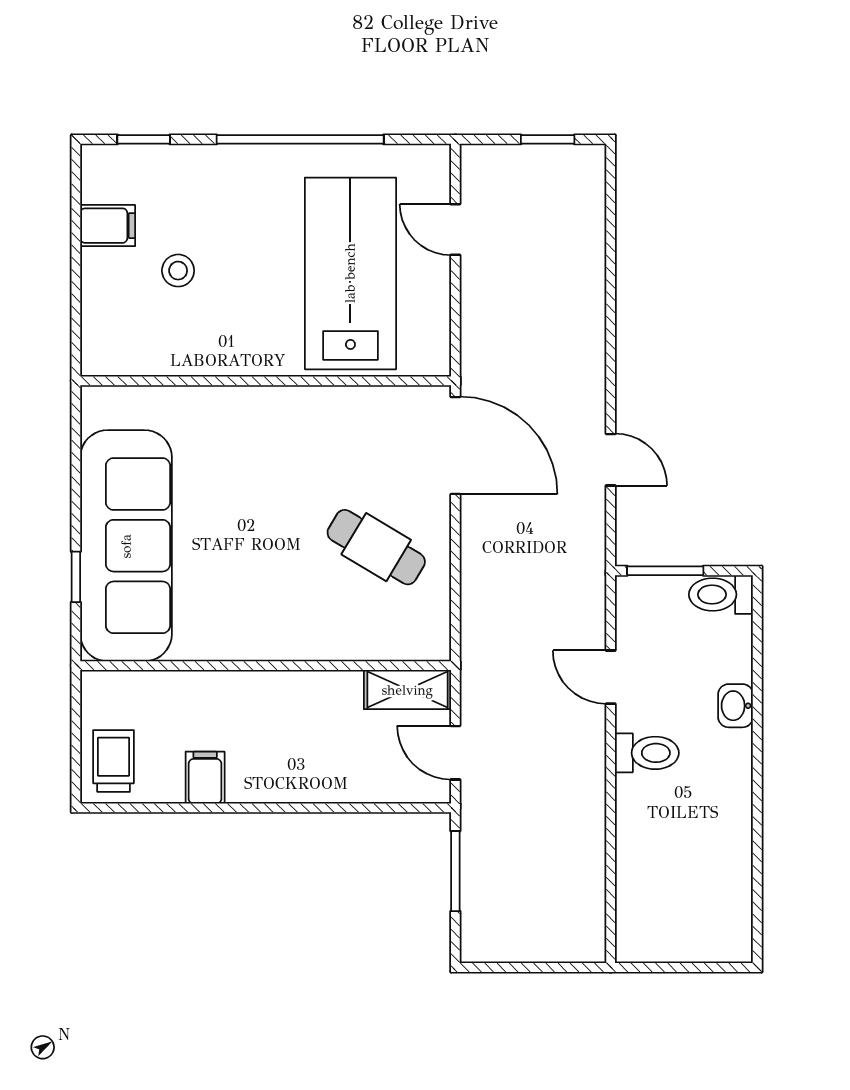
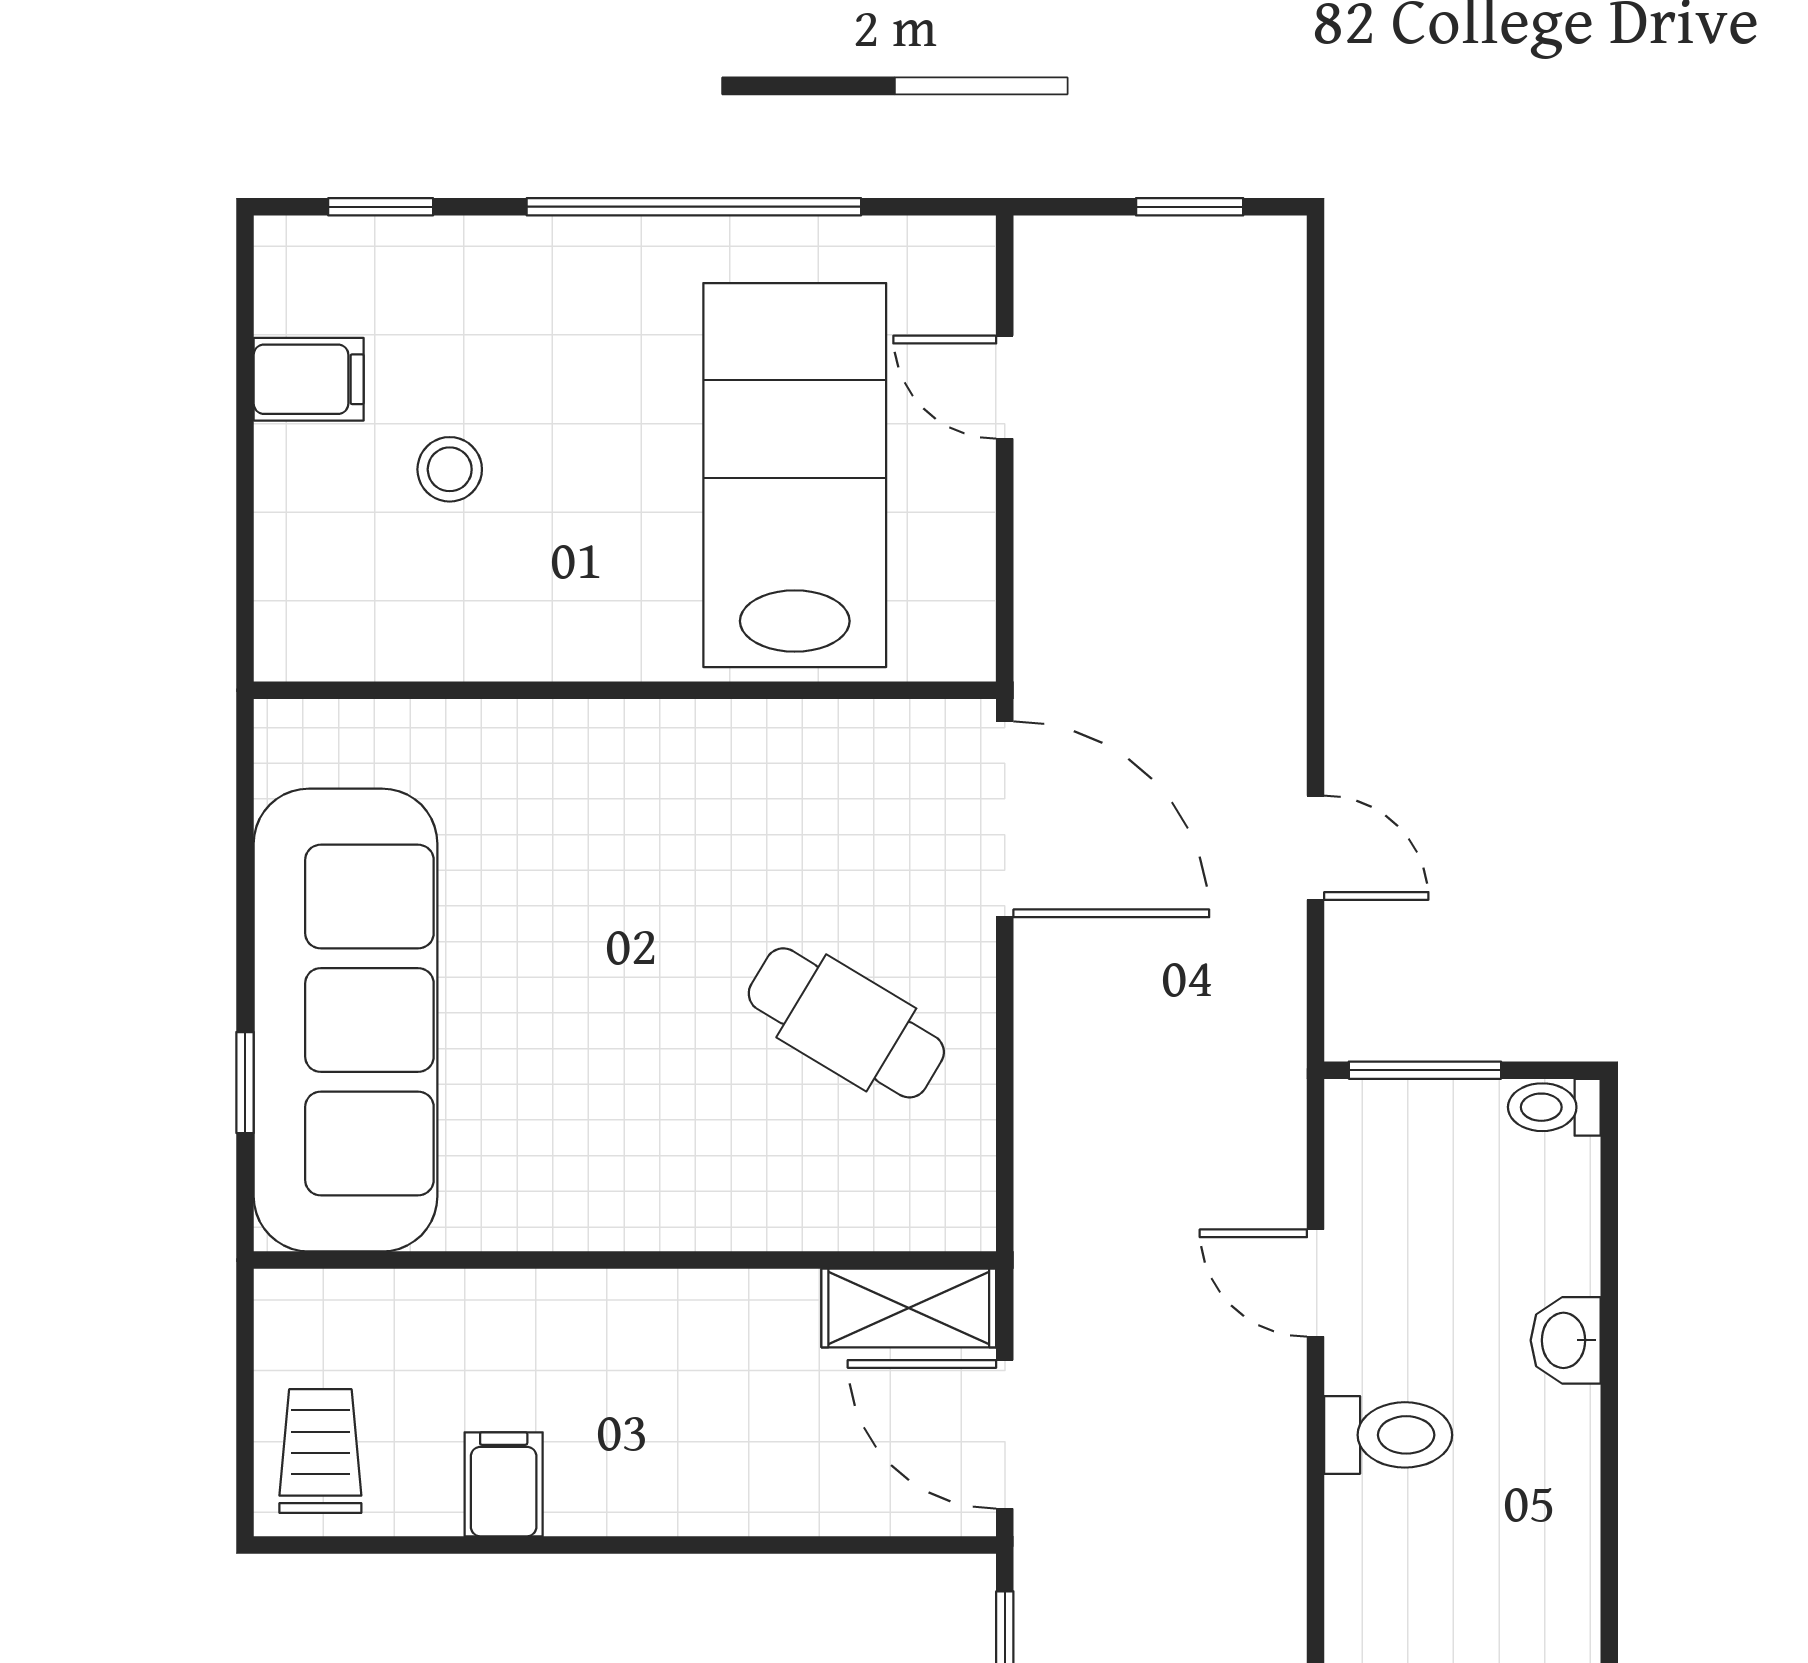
toilet: (721, 594) -> (1554, 1107), width x0.73, depth x0.72
door: (455, 753) -> (1005, 1434), width x1.38

